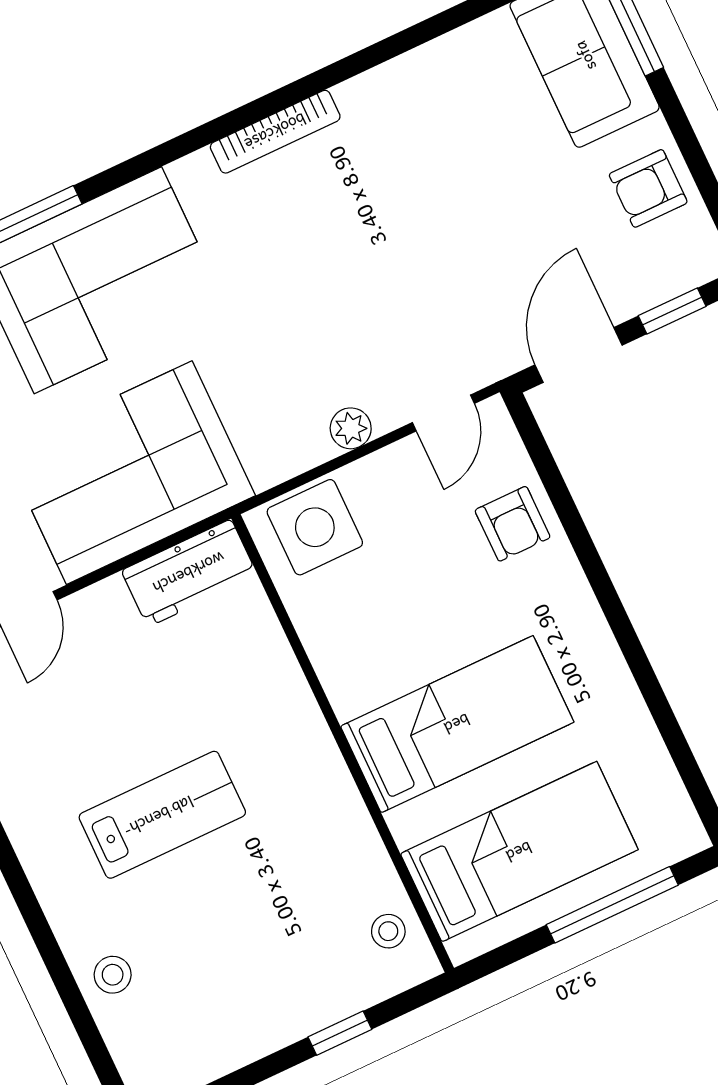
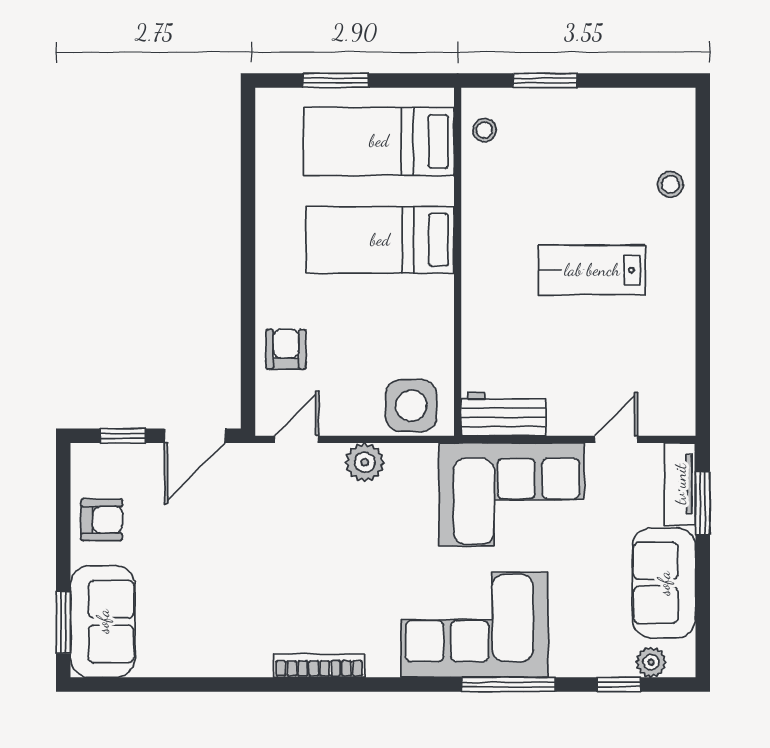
plant: (351, 428) -> (365, 462), width x1.38, depth x1.38
window: (612, 905) -> (336, 81), width x0.69
window: (340, 1033) -> (545, 81), width x1.50

